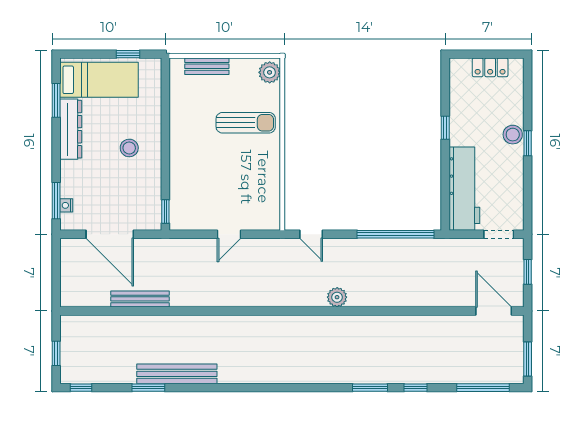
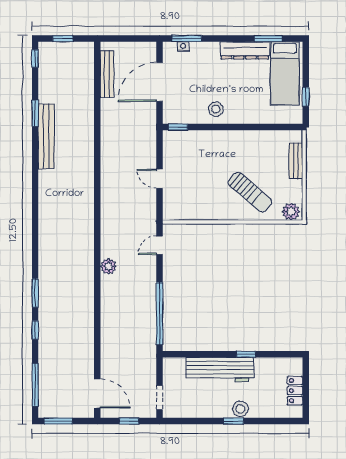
sun lounger: (246, 123) -> (250, 192), turned -49
stool: (129, 148) -> (216, 109), moved
workbench: (464, 189) -> (220, 370), moved
bench: (140, 299) -> (107, 74), moved
door: (494, 311) -> (97, 393), hinge flipped

